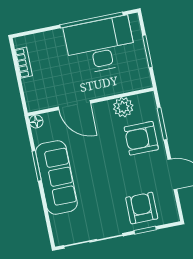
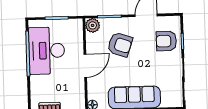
door: (74, 105) -> (85, 66), moved
plant: (123, 107) -> (93, 25), moved
armchair: (141, 138) -> (120, 45), moved, turned -71

